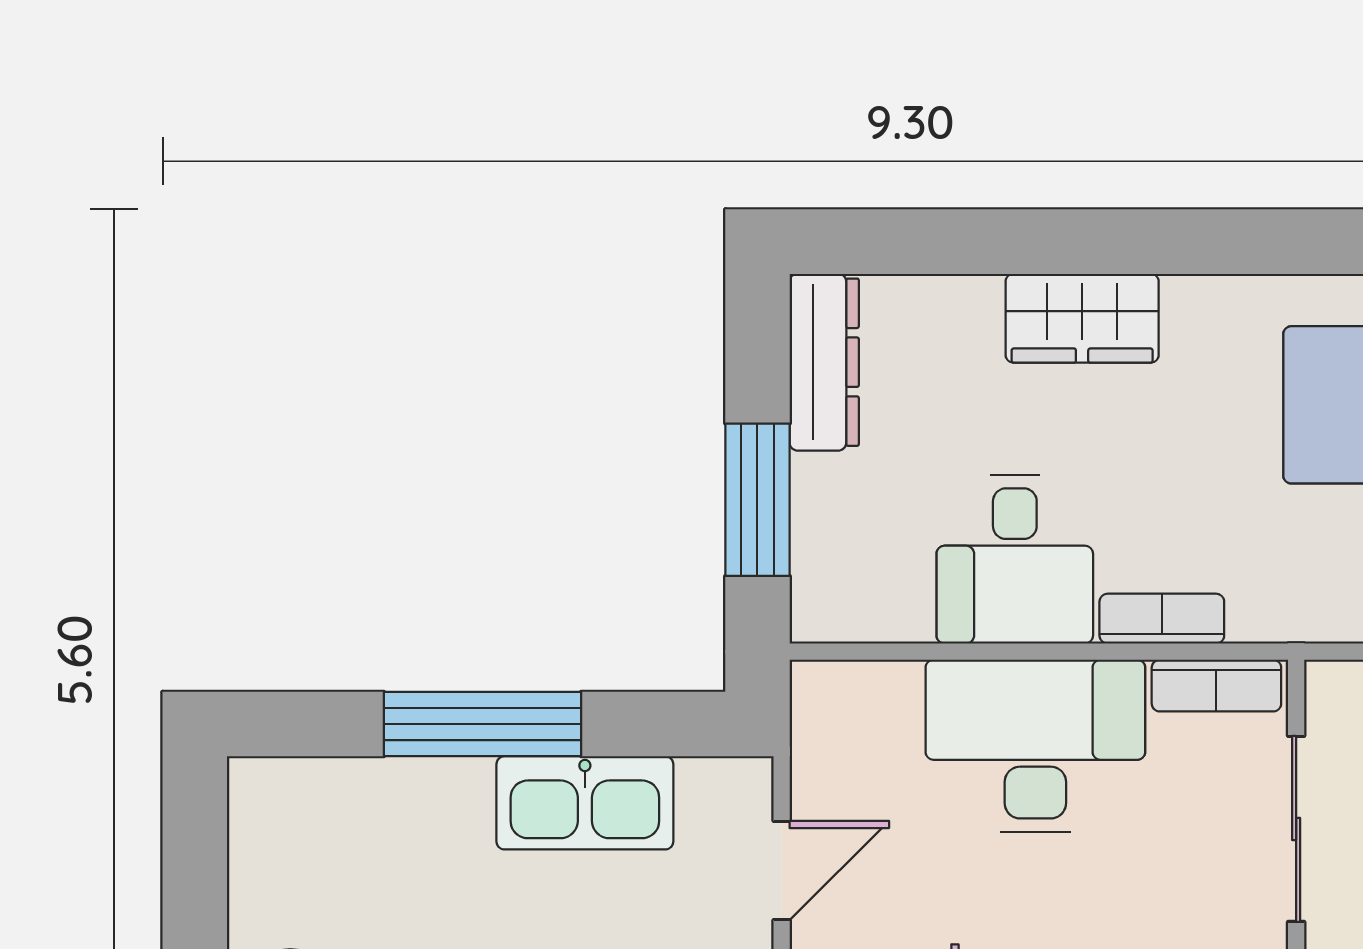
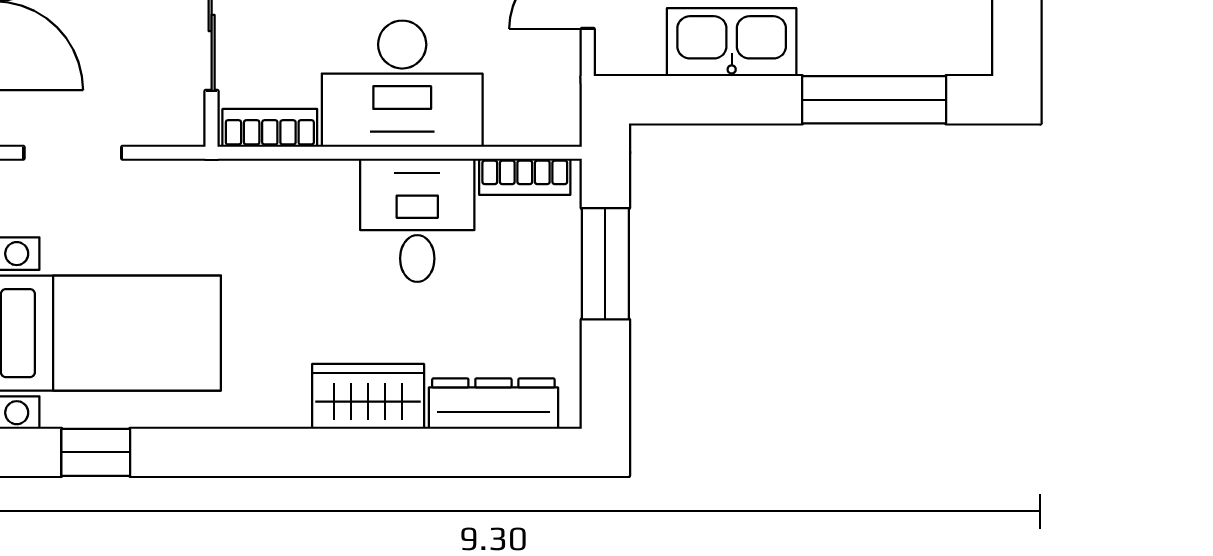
dresser: (824, 362) -> (493, 404), moved, turned 90
bookcase: (1162, 619) -> (525, 177), moved
window: (482, 724) -> (874, 100), moved

